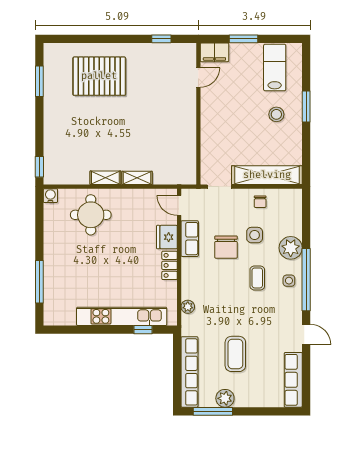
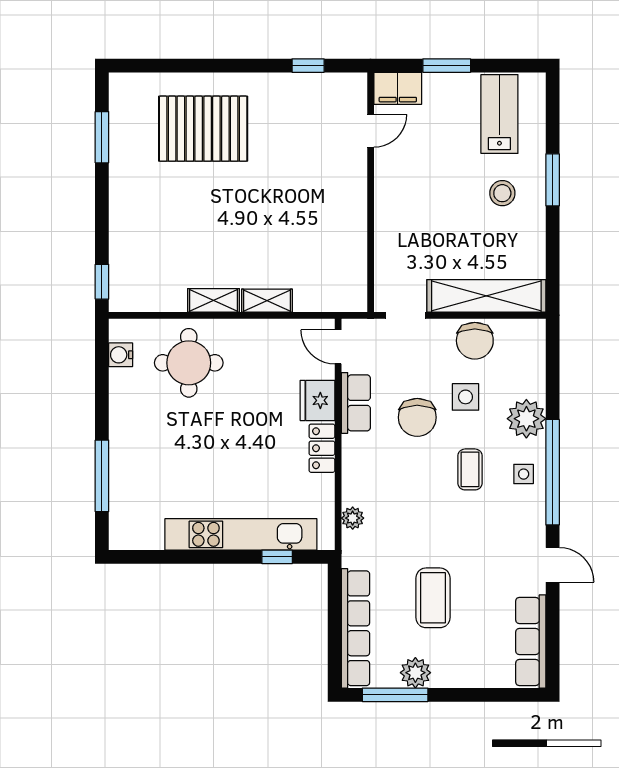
water cooler: (50, 196) -> (121, 355), moved, turned -90
chair: (260, 202) -> (475, 341), width x1.87, depth x1.87

